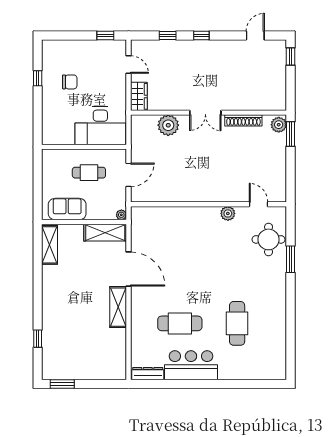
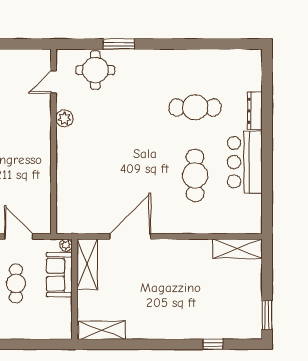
sofa: (67, 209) -> (59, 275), moved
shelving: (118, 307) -> (238, 249), moved
dresser: (148, 374) -> (255, 111), moved

